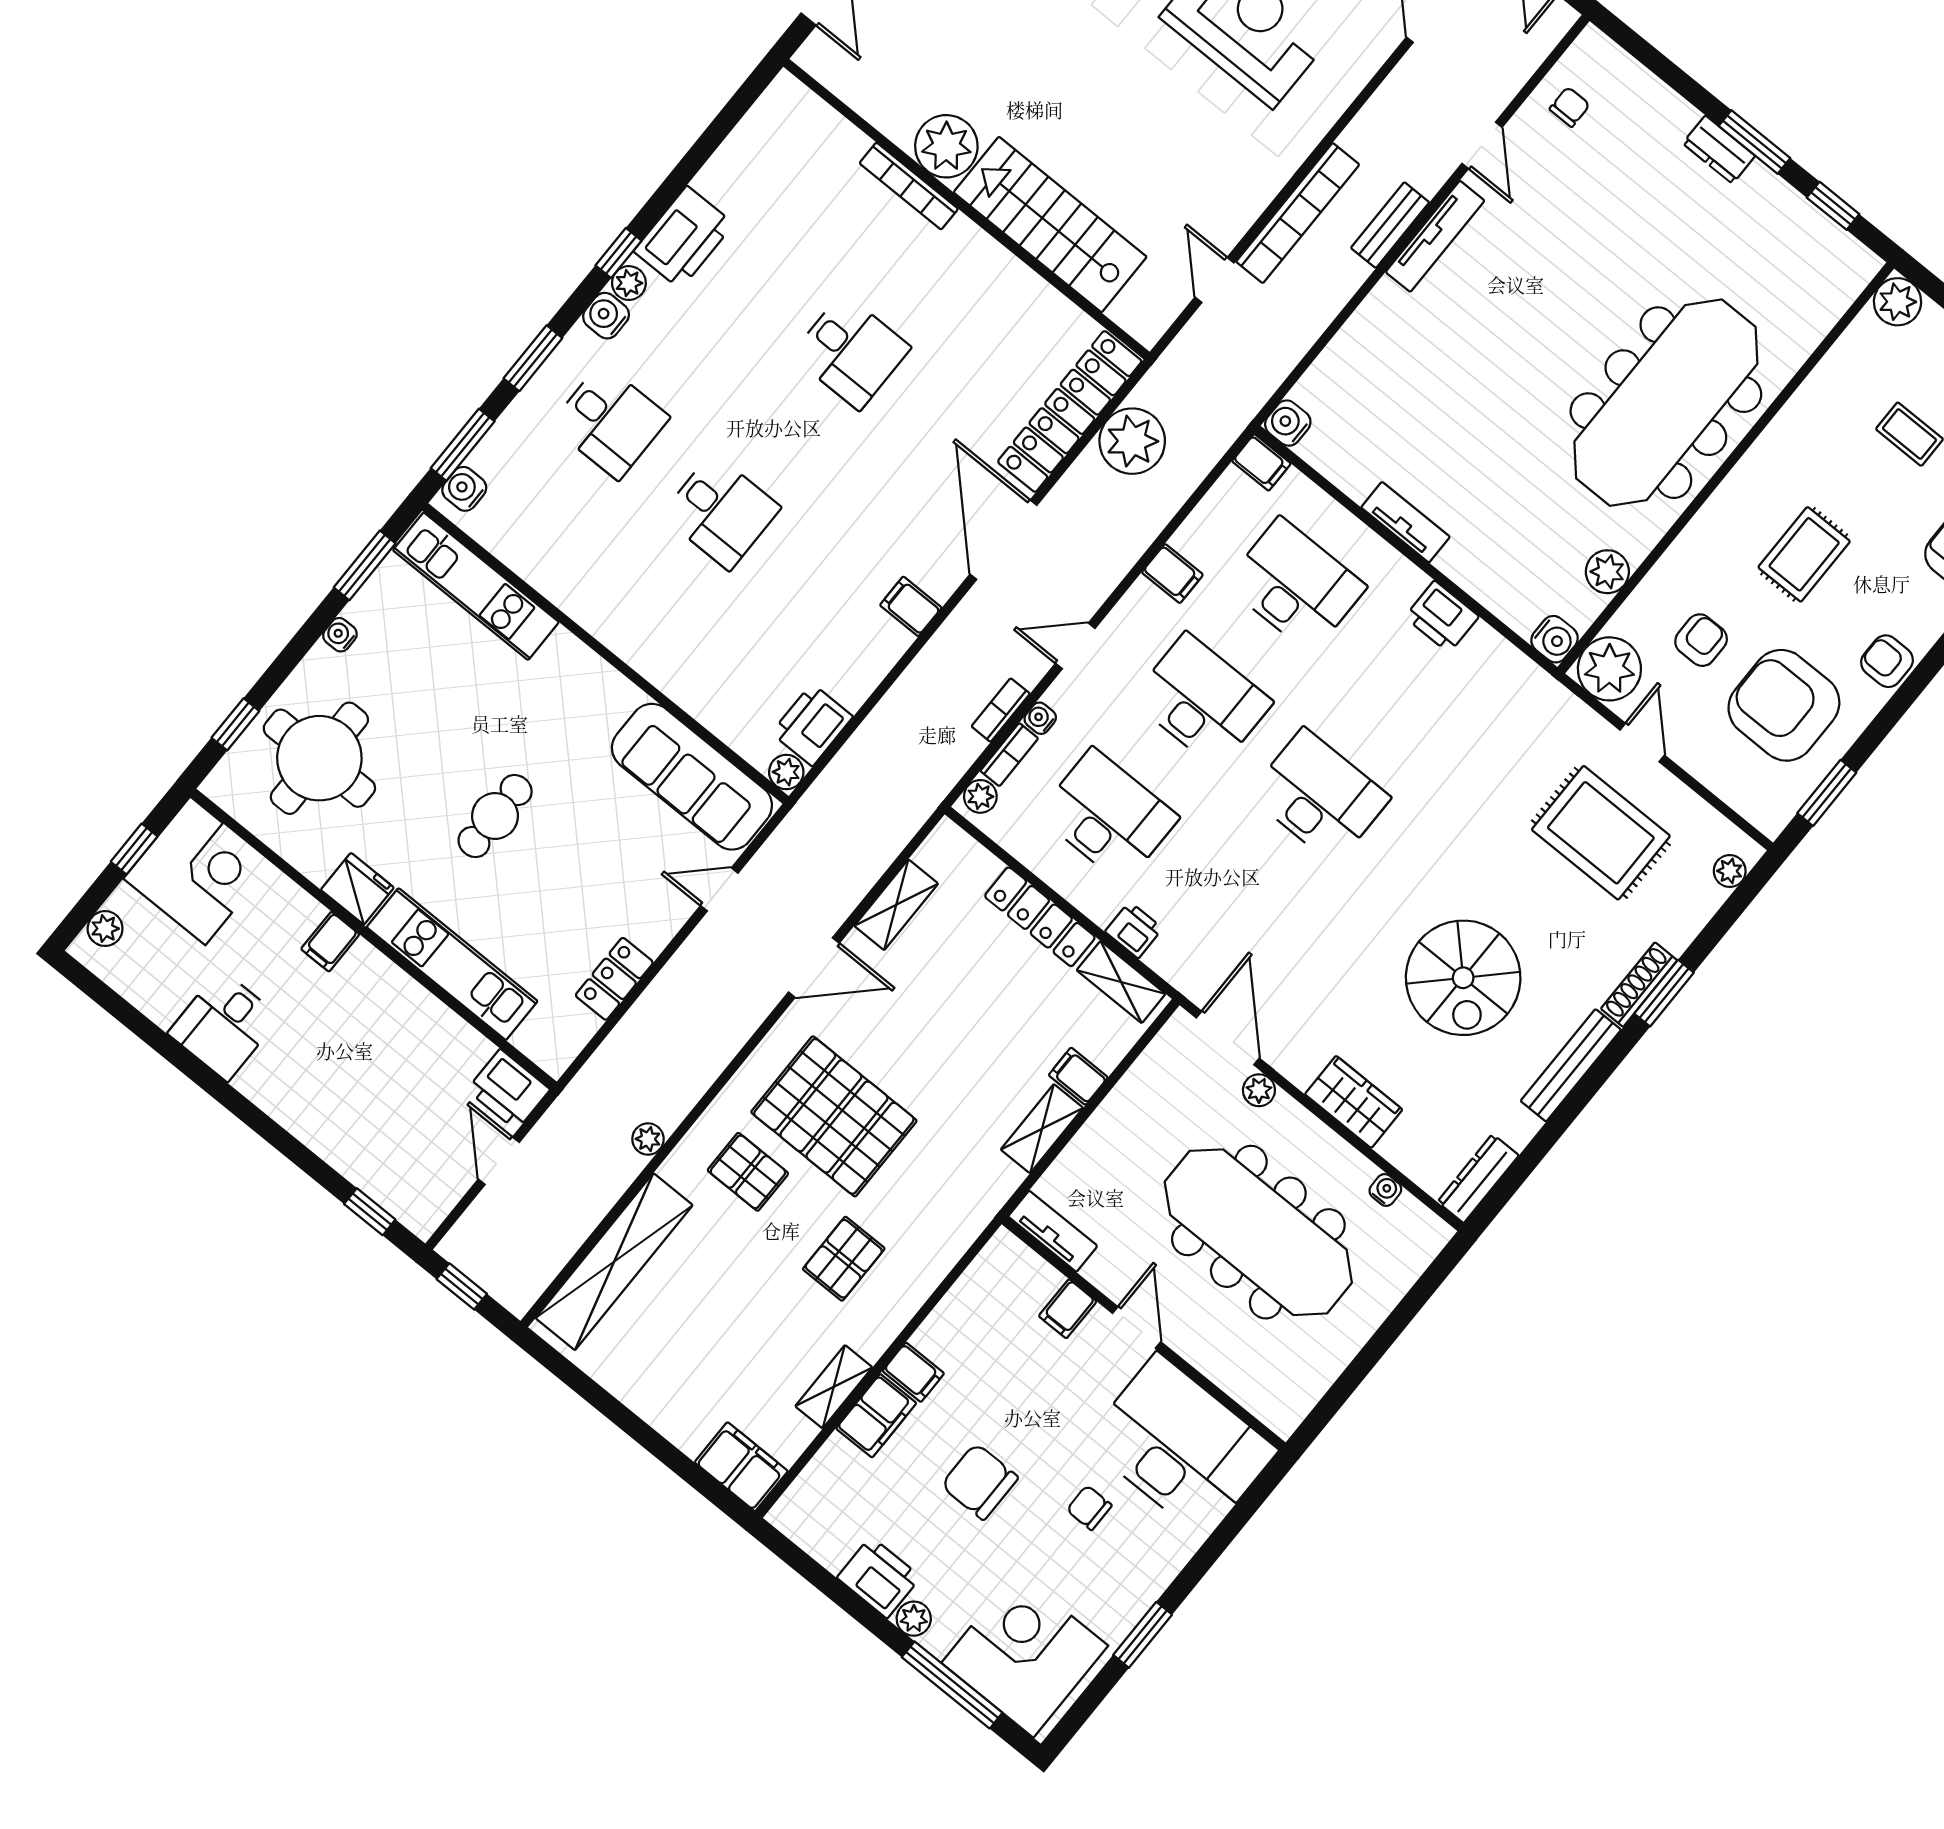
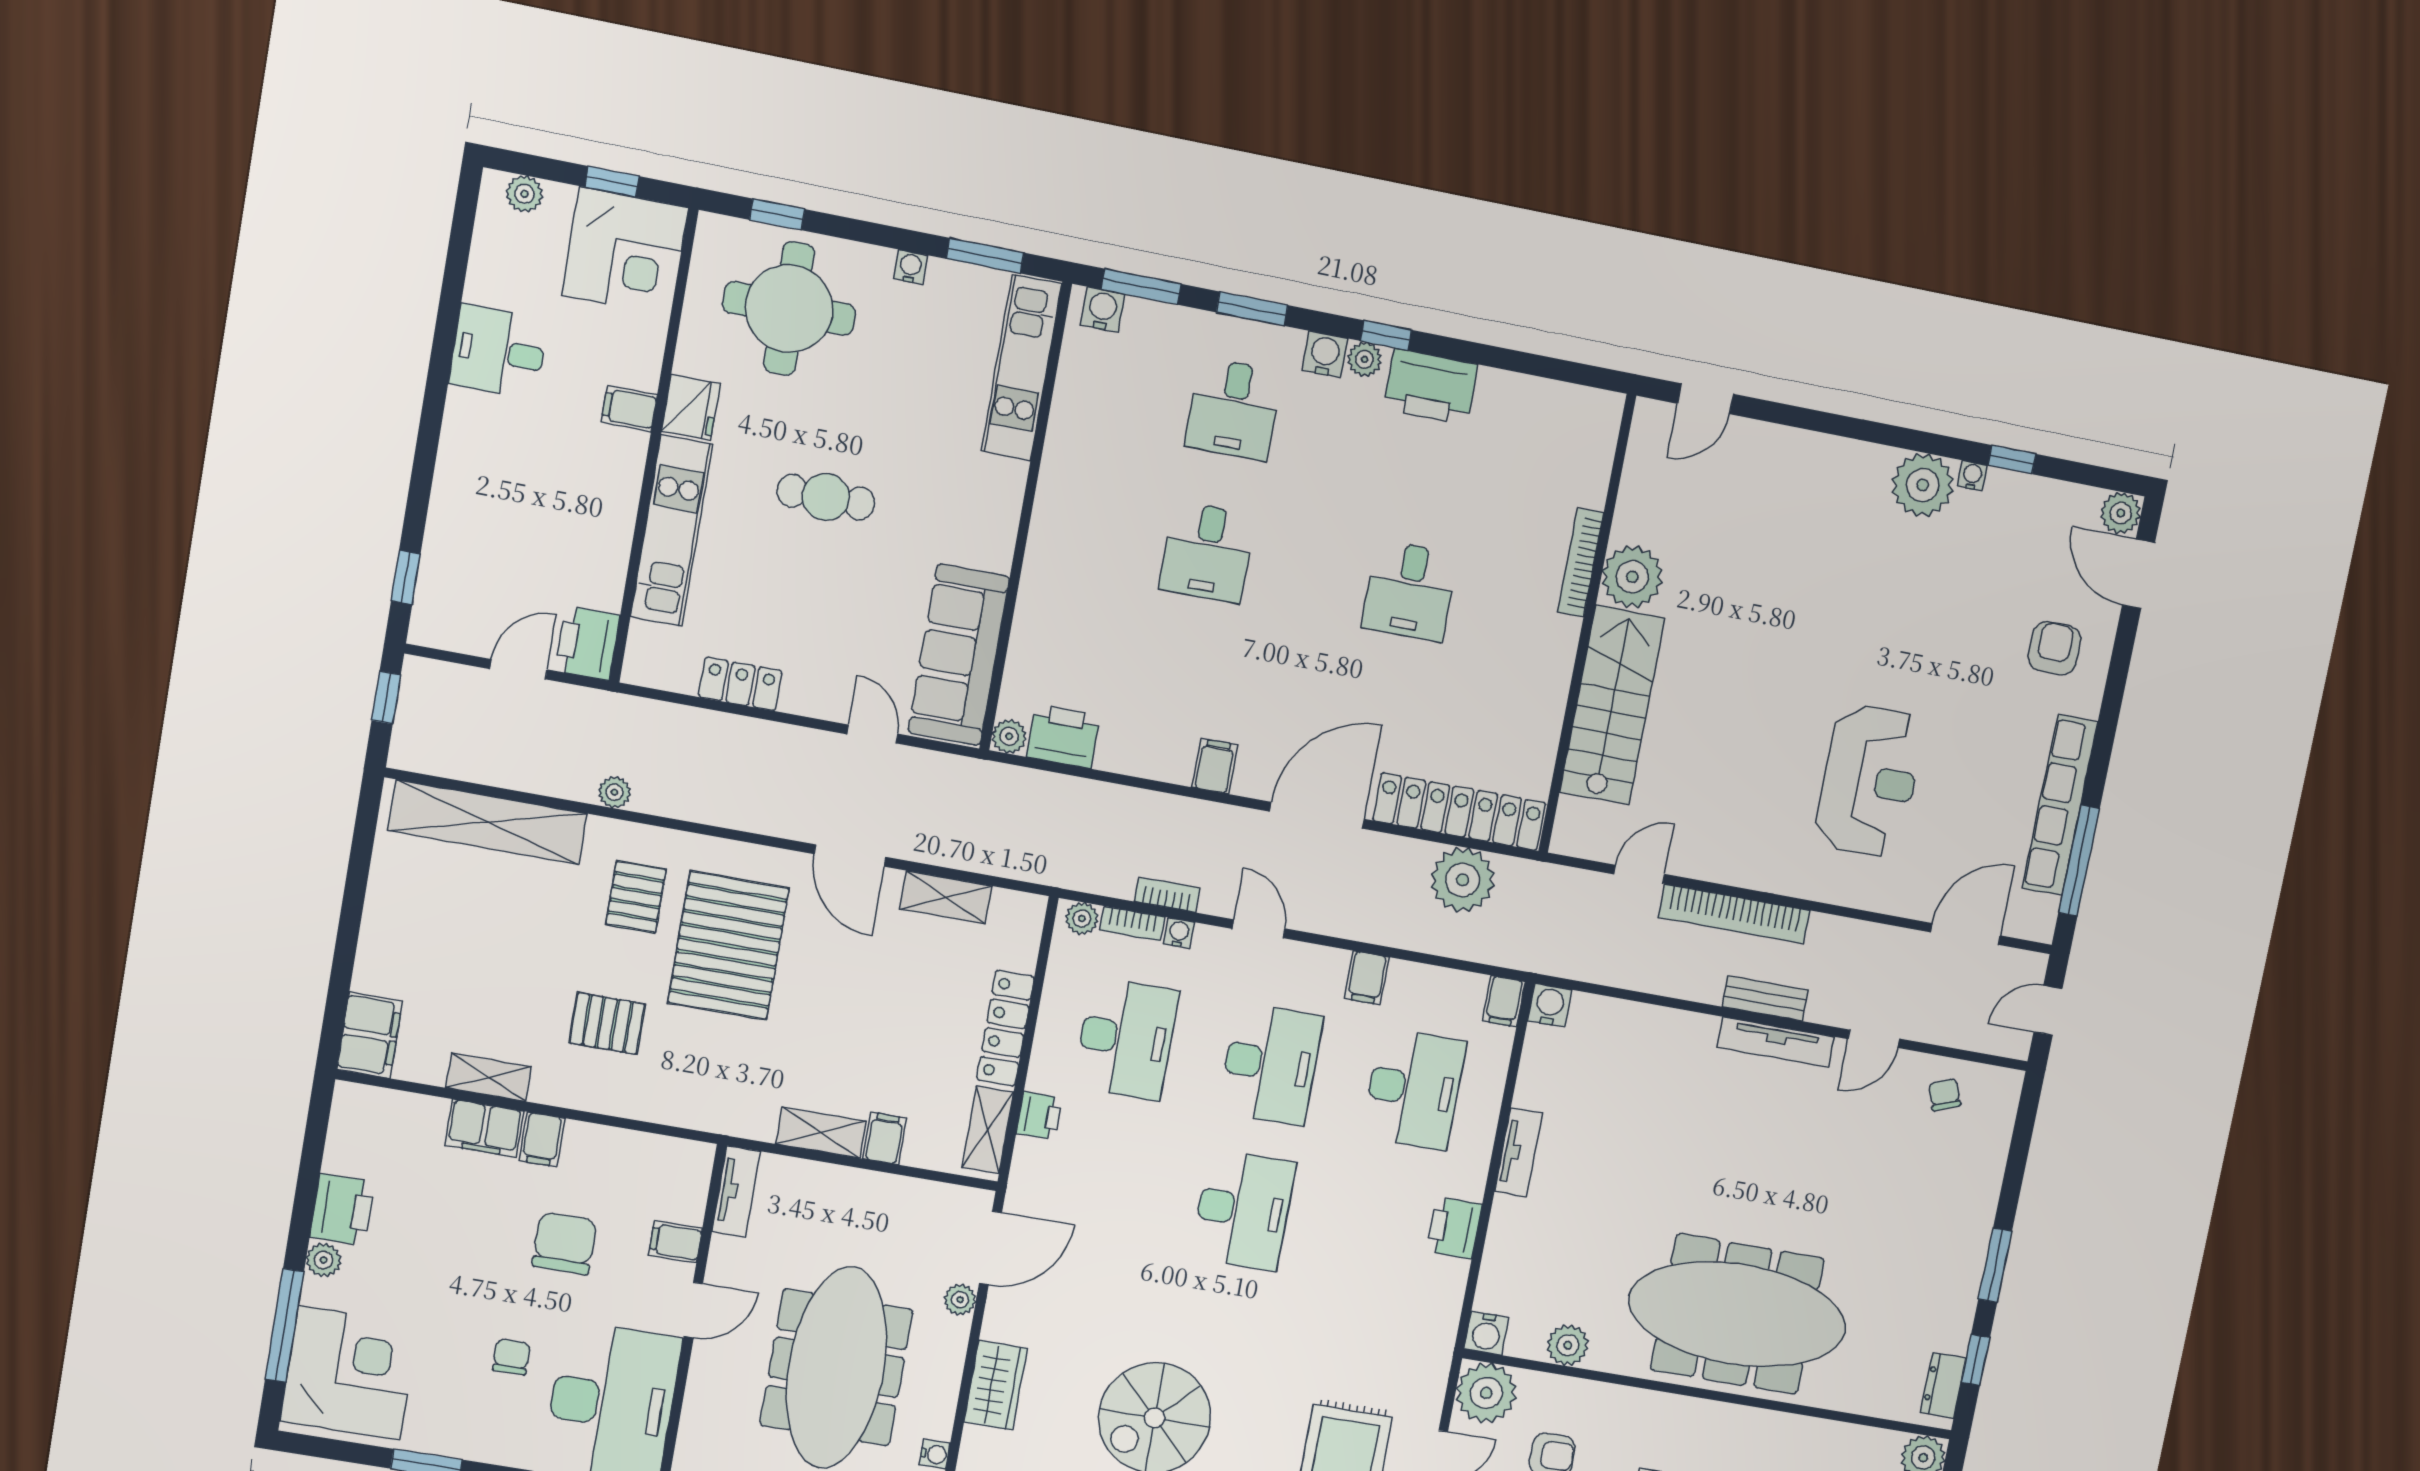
chair: (1570, 107) -> (1945, 1095), turned -111
dresser: (1719, 150) -> (1943, 1385), moved
chair: (980, 1482) -> (565, 1243), moved

